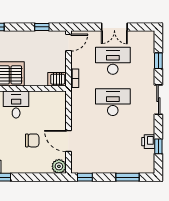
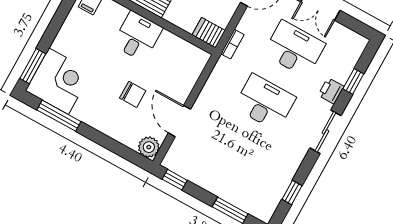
printer: (148, 142) -> (331, 91), moved

